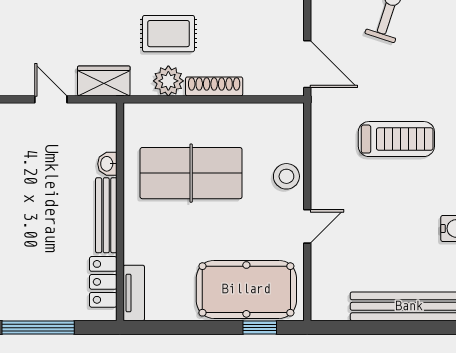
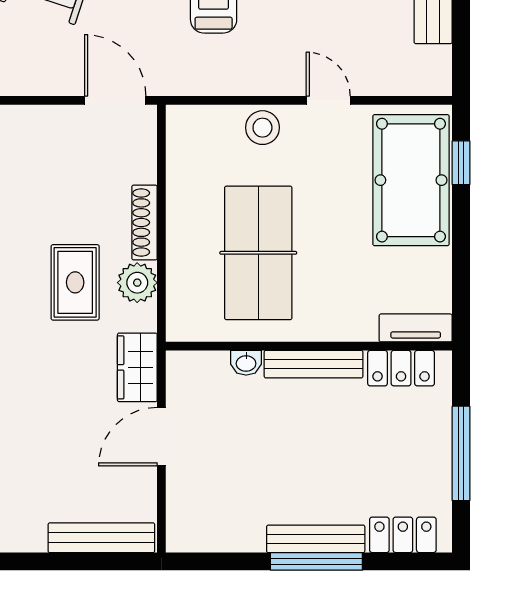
door: (307, 64) -> (115, 100), hinge flipped
door: (51, 99) -> (161, 437), width x1.38

